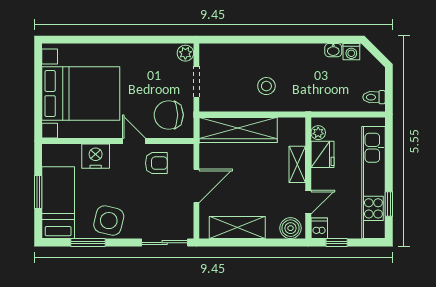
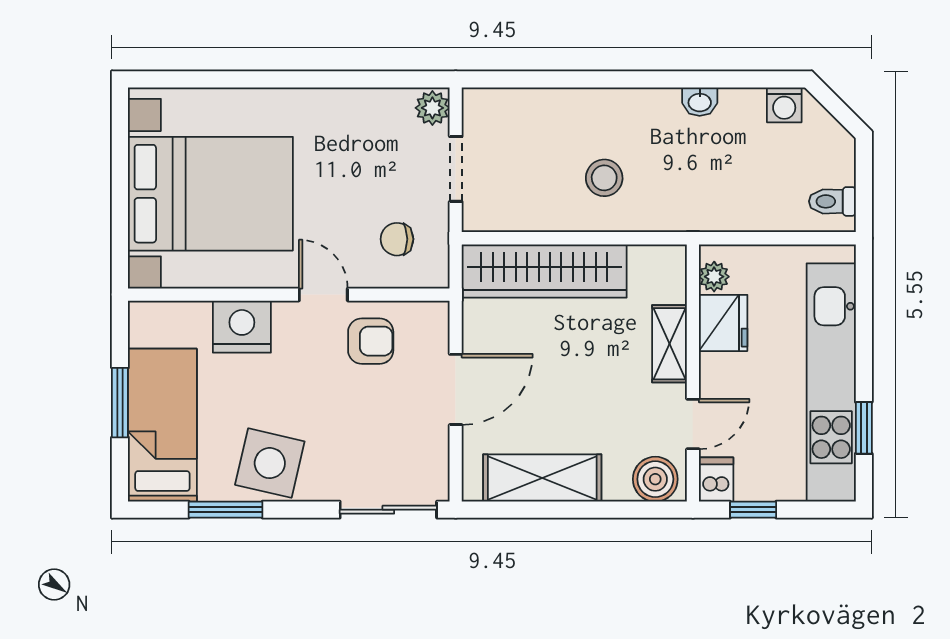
washbasin: (333, 50) -> (700, 102), moved
chair: (169, 115) -> (397, 239), width x0.54, depth x0.54

